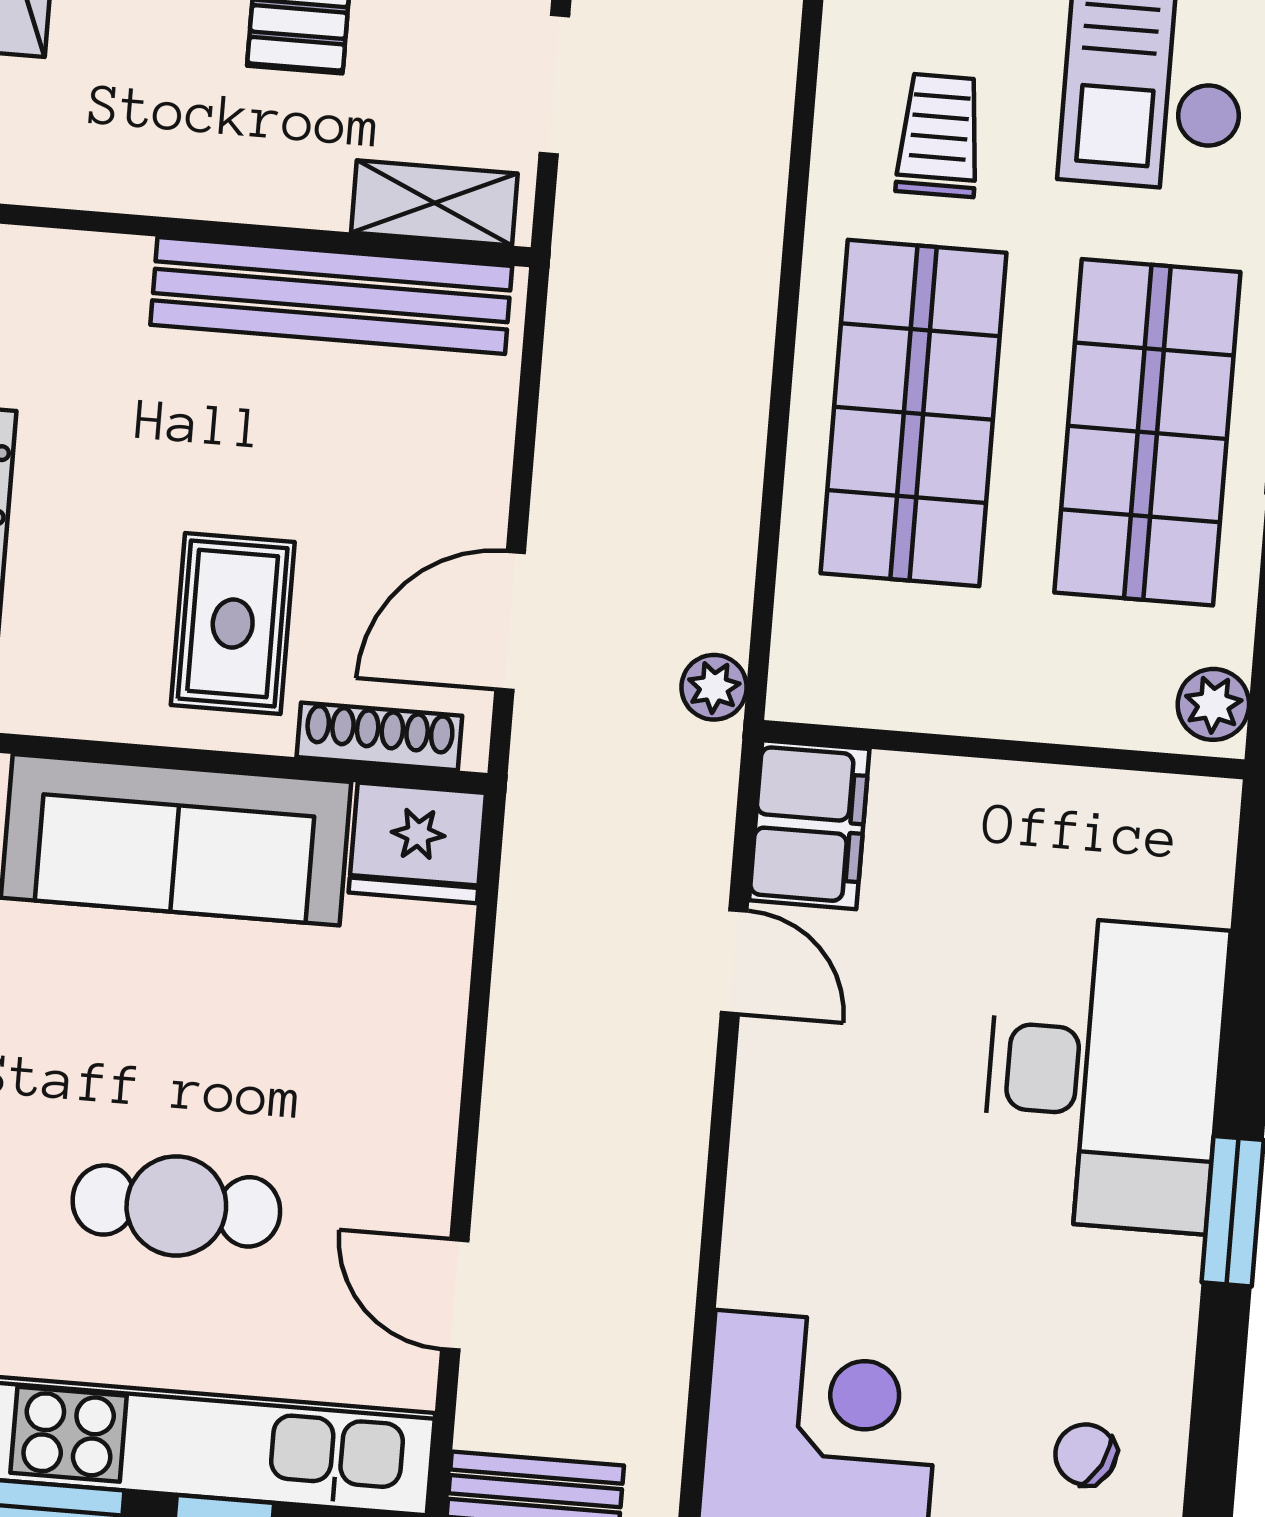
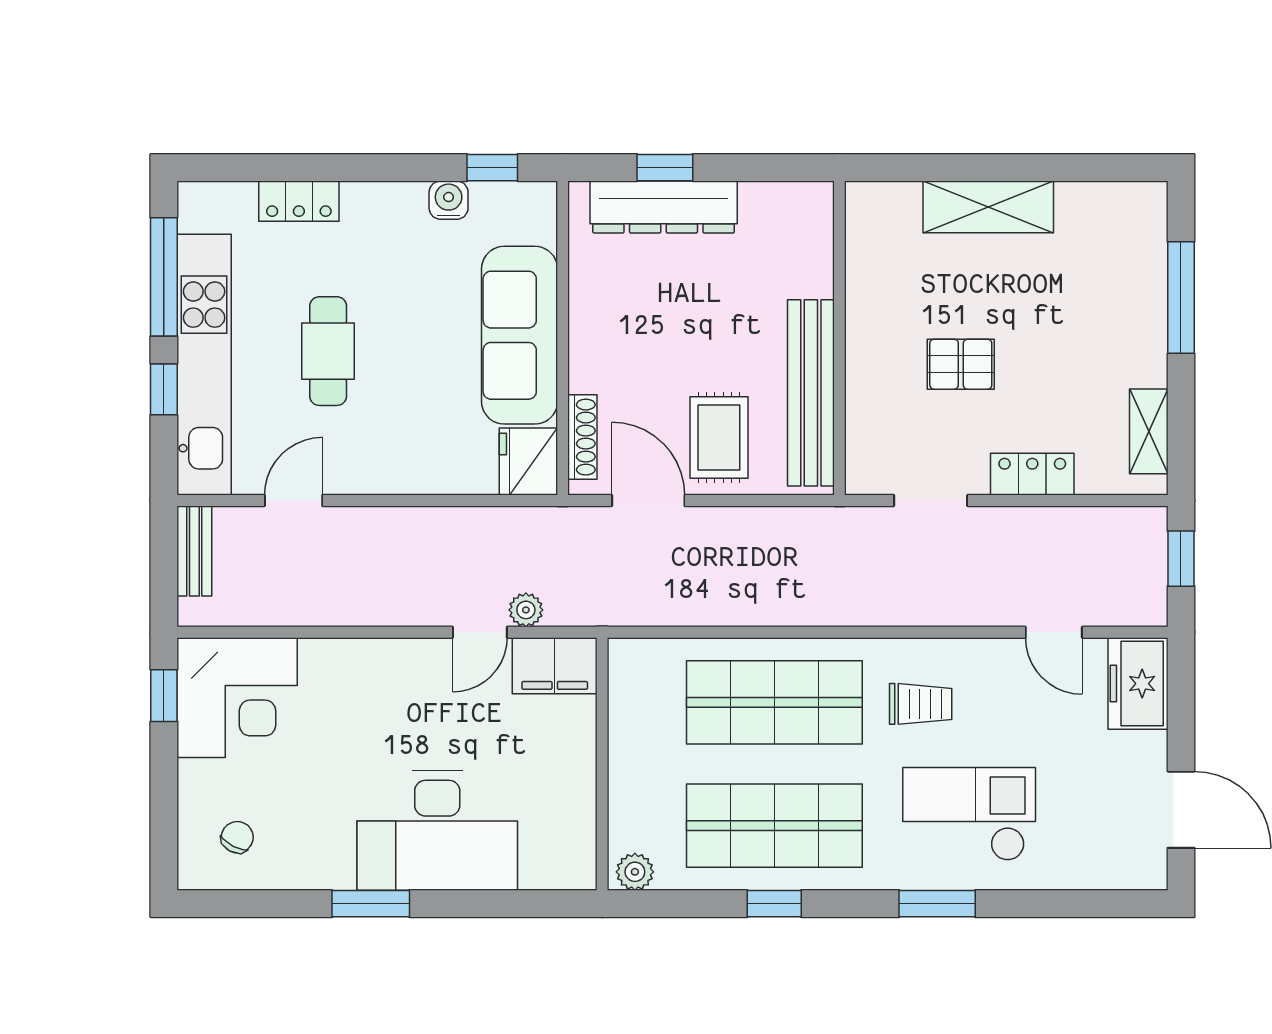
shelving: (434, 203) -> (864, 443), removed
rug: (233, 623) -> (719, 437), moved, turned 90
plant: (714, 687) -> (526, 610), moved

